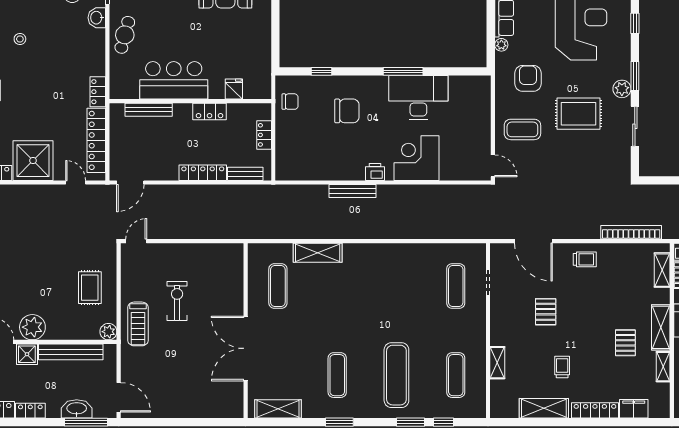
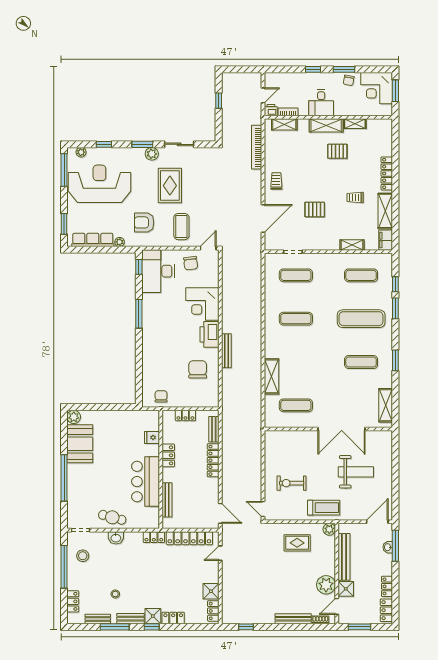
washbasin: (97, 18) -> (116, 538), moved
window: (322, 71) -> (139, 267), moved
desk: (418, 98) -> (158, 271), moved
chair: (347, 111) -> (198, 369), moved
chair: (472, 142) -> (191, 263), added
shower: (33, 161) -> (211, 591), width x0.54, depth x0.54
printer: (375, 172) -> (209, 334), width x1.87, depth x1.48
exercise mat: (396, 286) -> (296, 319), added
exercise bike: (177, 301) -> (292, 483), moved
weight bench: (187, 368) -> (356, 472), added
washbasin: (77, 409) -> (388, 547), width x0.52, depth x0.69
filing cabinet: (634, 409) -> (386, 240), moved

